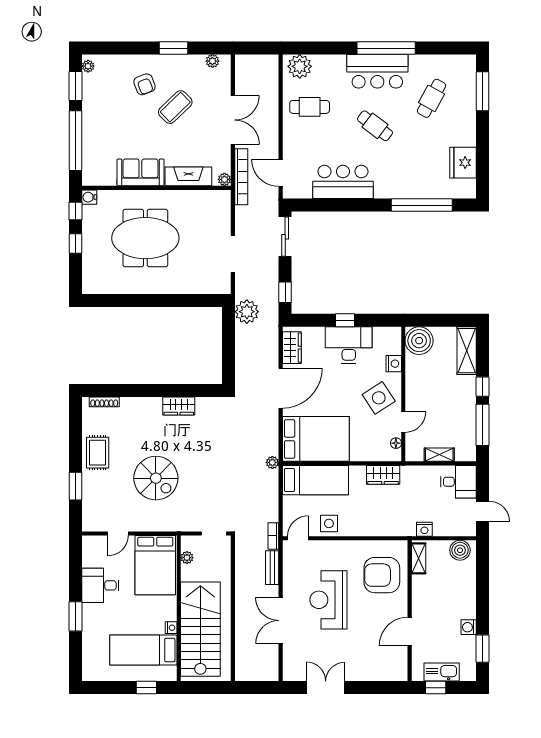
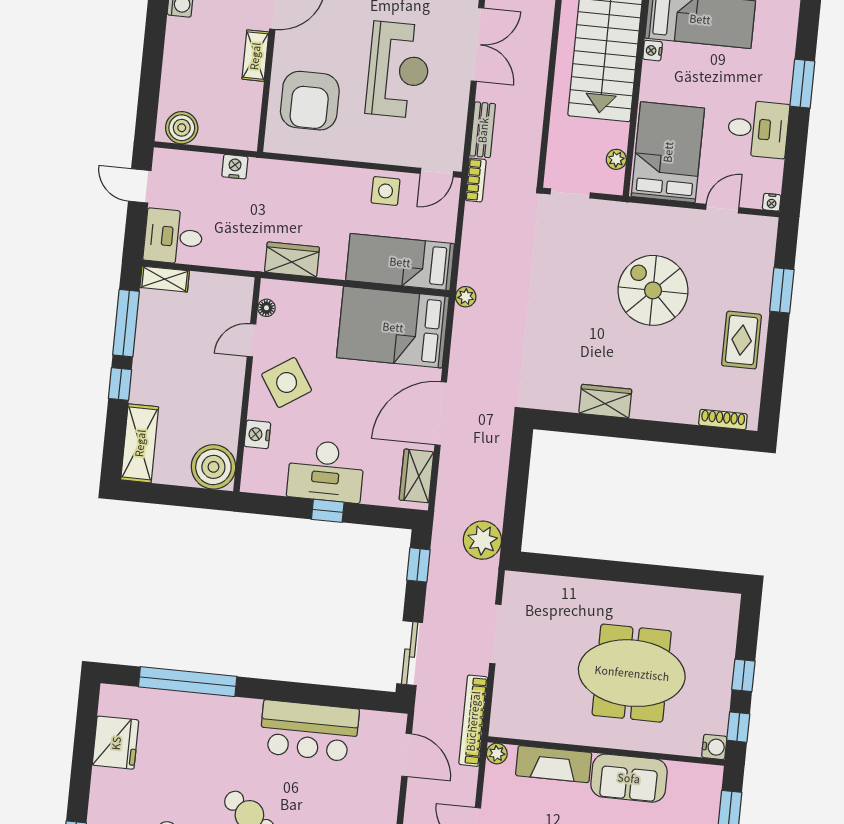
bookcase: (241, 177) -> (473, 721), moved
shelving: (439, 455) -> (165, 279), moved
nightstand: (87, 540) -> (772, 202), added
shelving: (419, 558) -> (255, 56), moved
armchair: (382, 575) -> (310, 101), turned 90

